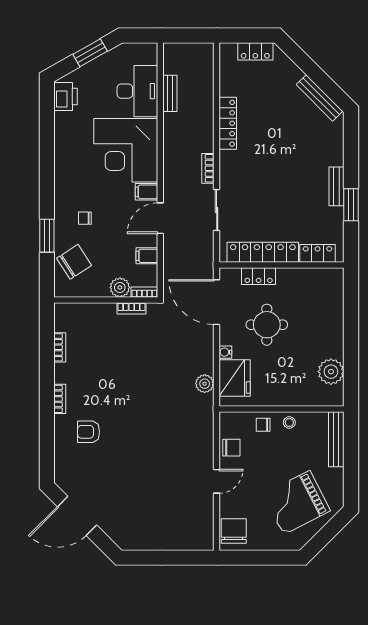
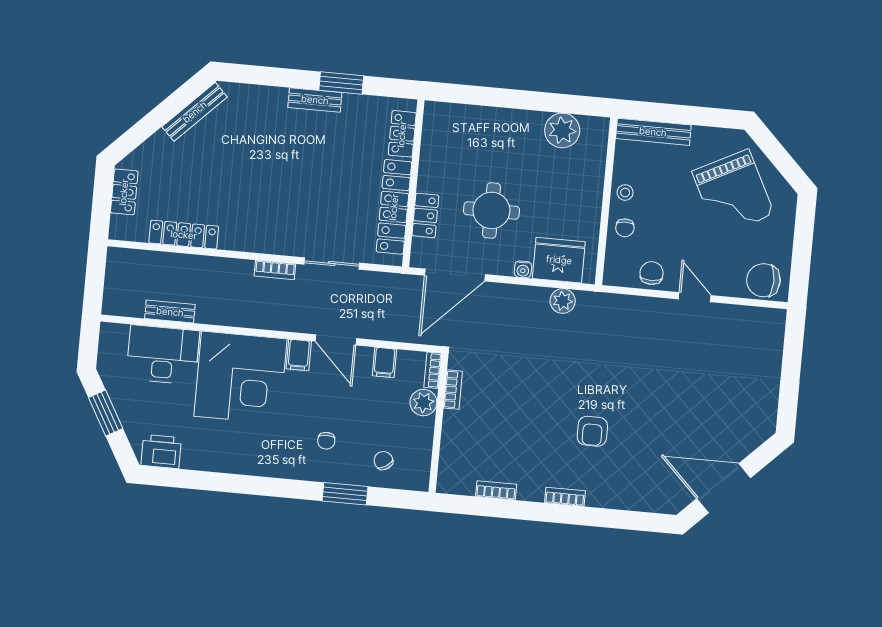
locker: (228, 123) -> (184, 235), moved
chair: (74, 262) -> (383, 461), width x0.54, depth x0.54
armchair: (89, 432) -> (592, 431), moved
door: (77, 516) -> (724, 488), swing flipped

